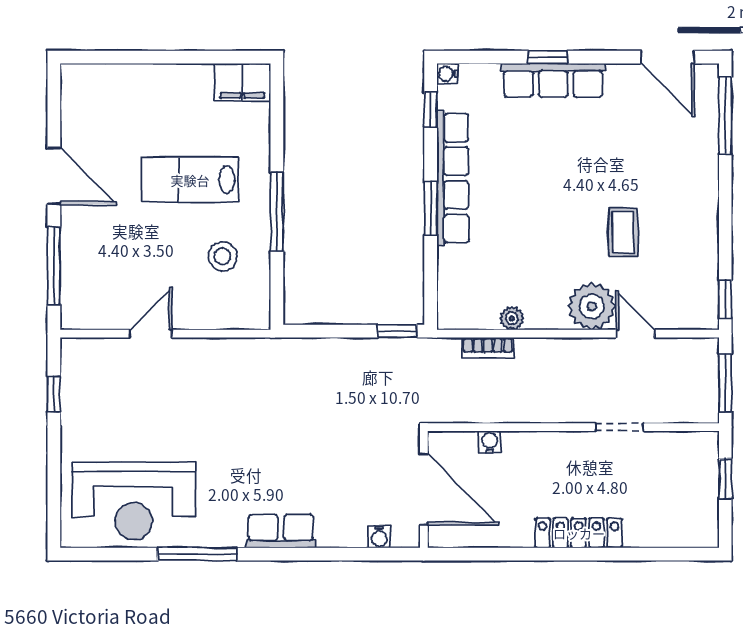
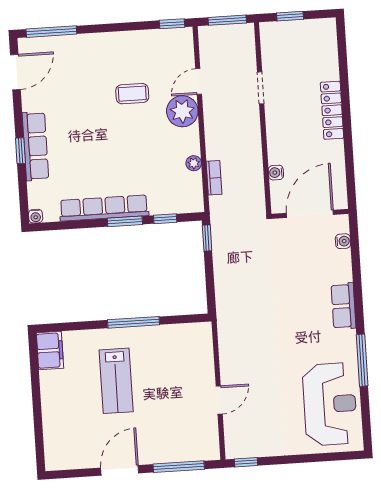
window: (431, 110) -> (165, 219), moved
stool: (222, 256) -> (165, 356), removed
door: (151, 334) -> (219, 400), swing flipped
window: (54, 394) -> (246, 462), moved

